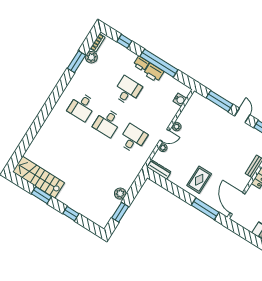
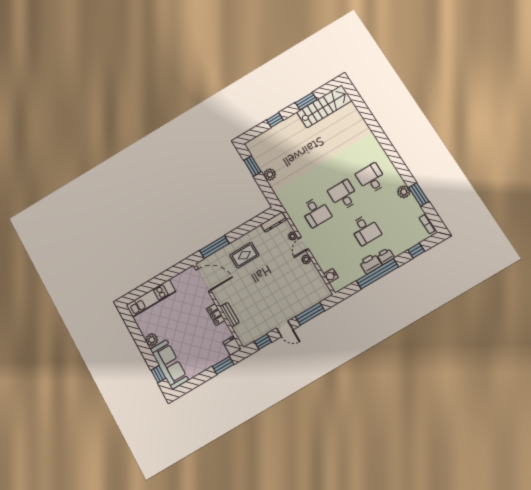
plant: (91, 57) -> (404, 192), moved
rug: (199, 180) -> (244, 255), turned 90

